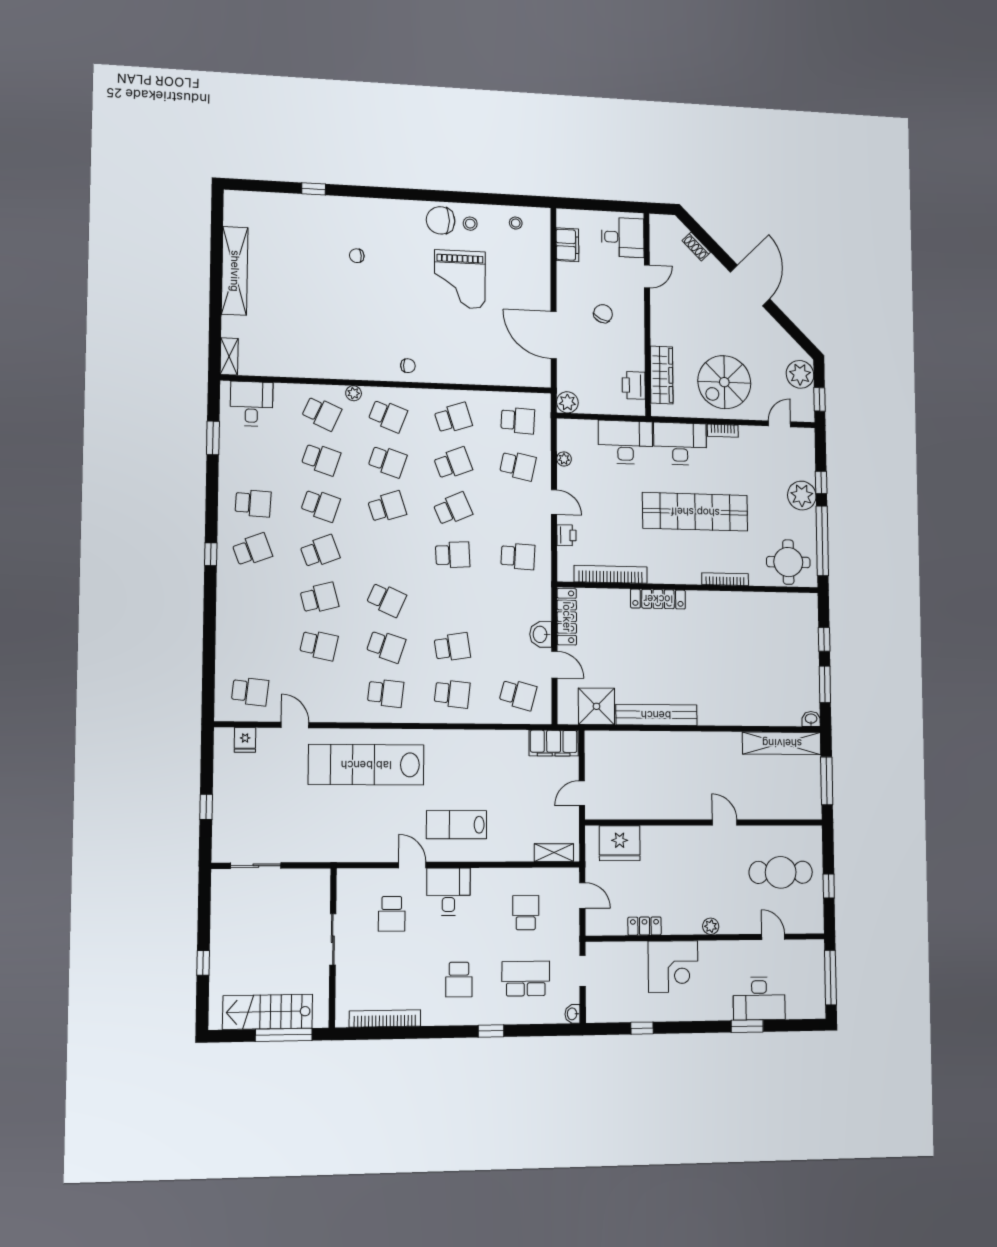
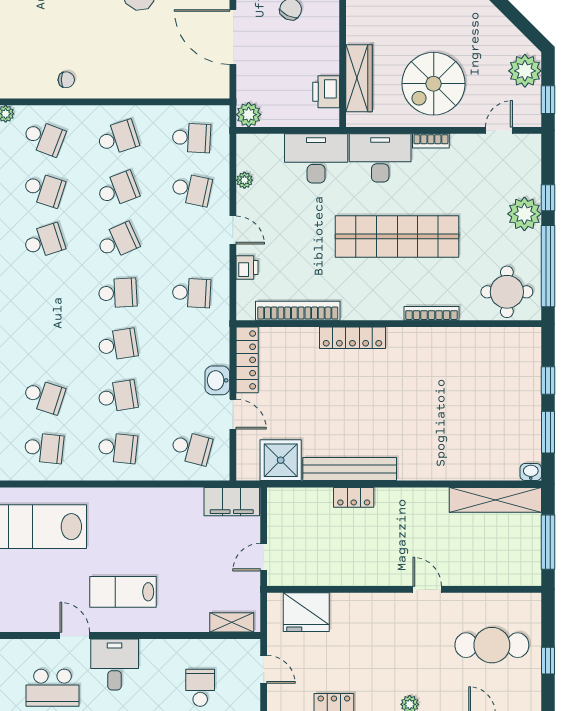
school desk: (386, 599) -> (118, 345), moved, turned -33
locker: (660, 740) -> (354, 497), added
school desk: (392, 914) -> (53, 688), width x1.85

